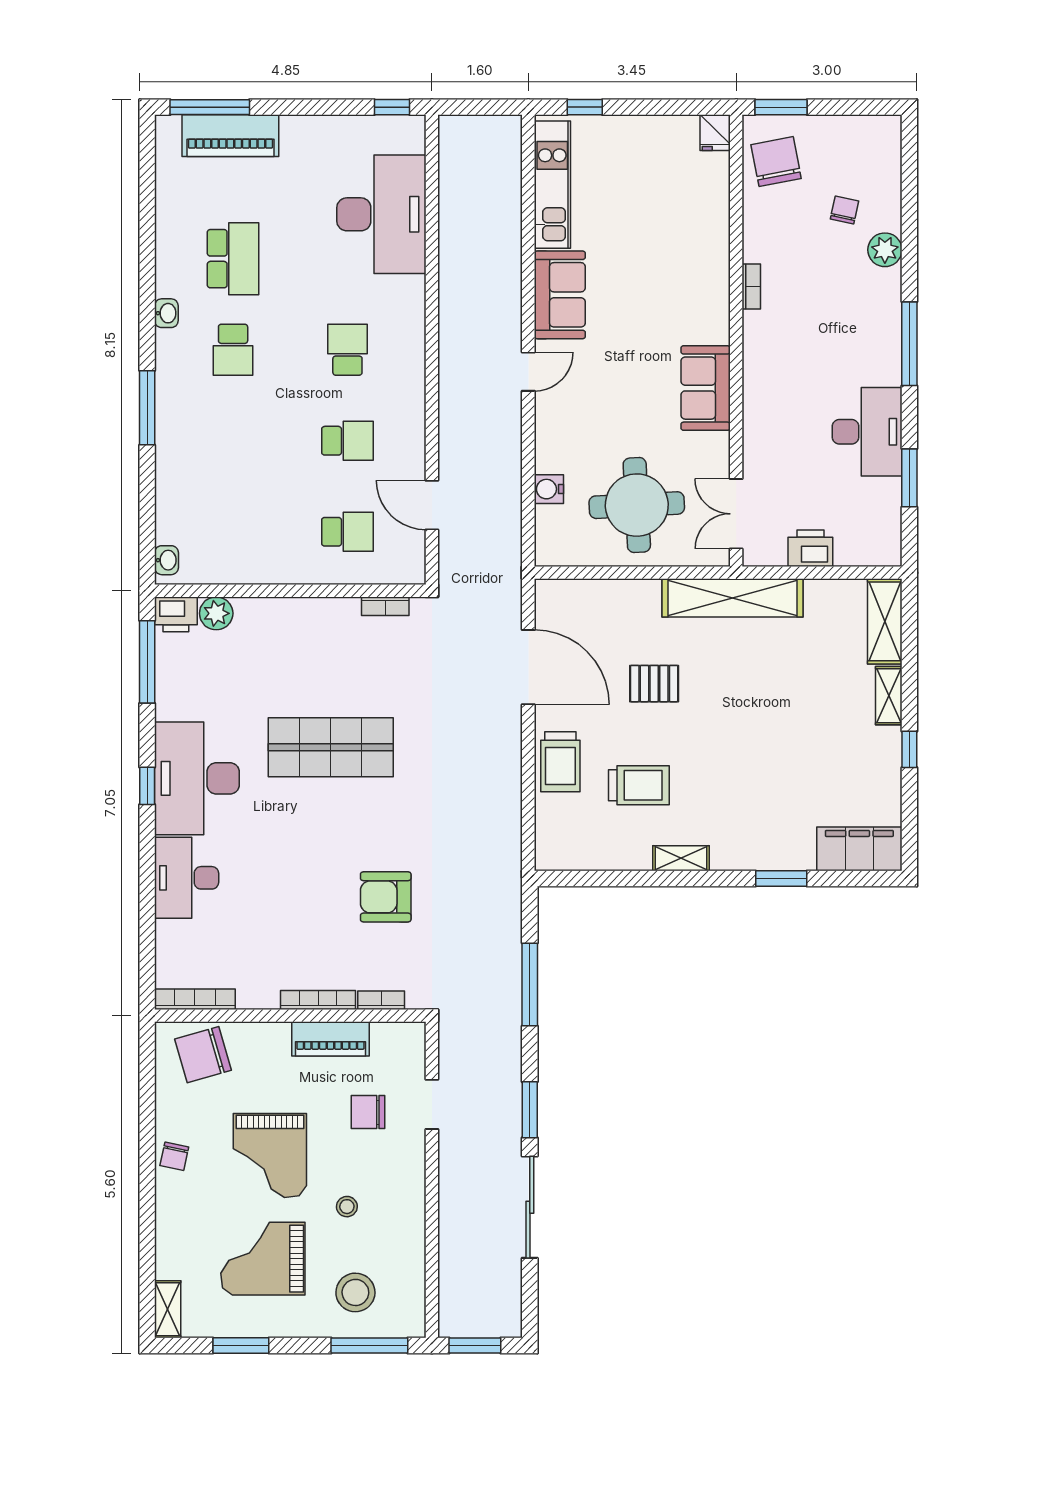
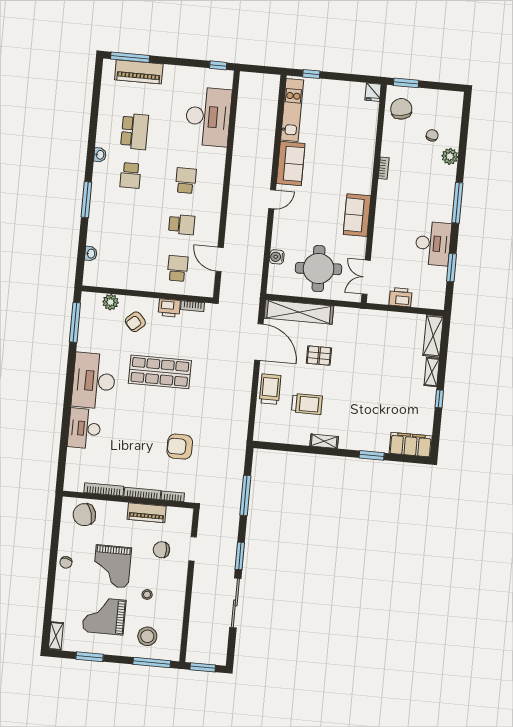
school desk: (347, 532) -> (178, 268), turned -90
washbasin: (166, 560) -> (91, 254), moved
shelving: (733, 598) -> (299, 312), moved
printer: (176, 614) -> (169, 308), moved
armchair: (271, 649) -> (135, 322), added
trolley: (560, 762) -> (270, 389), turned 180
window: (147, 786) -> (69, 382), removed
bookcase: (195, 999) -> (104, 489), moved

